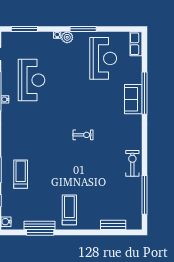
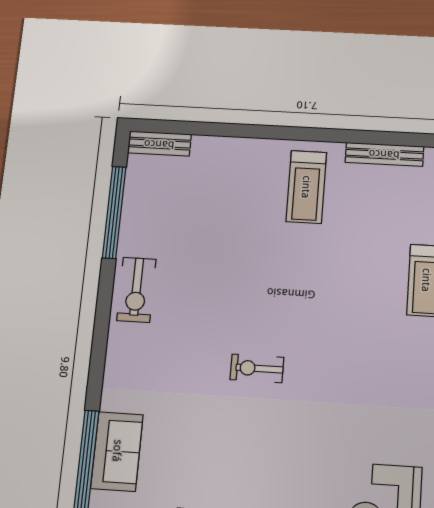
bench: (113, 225) -> (159, 144), moved
window: (40, 232) -> (384, 138), removed

